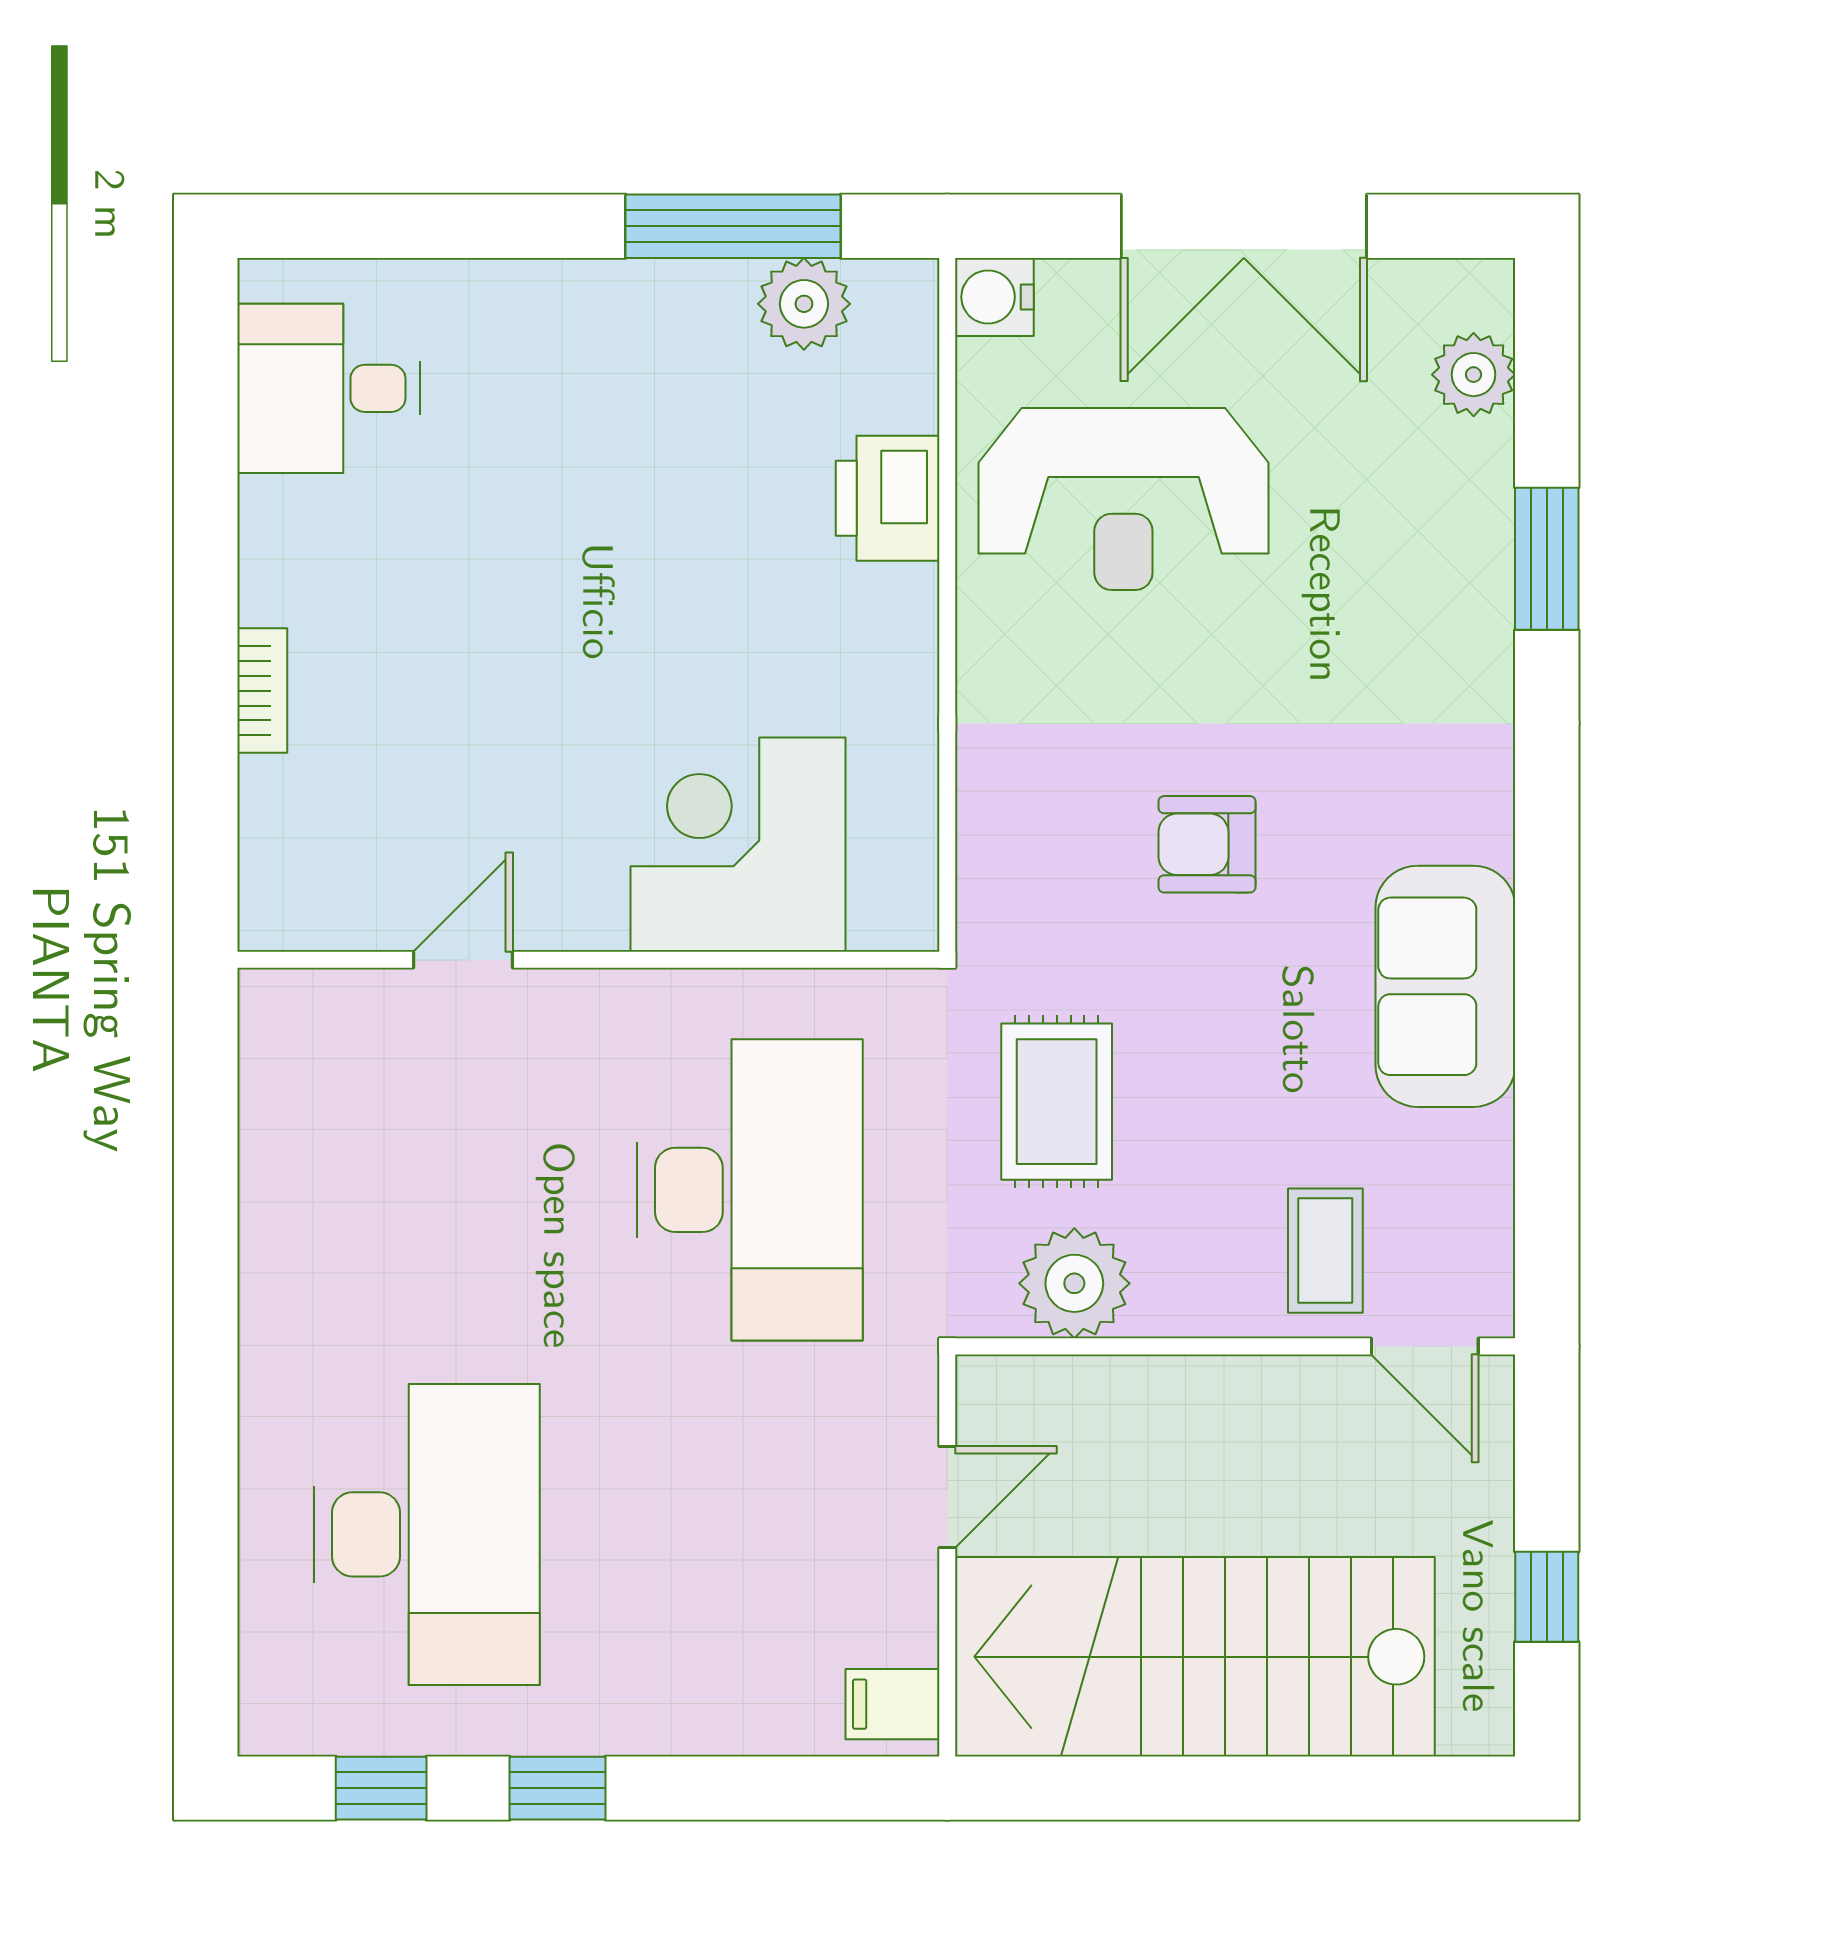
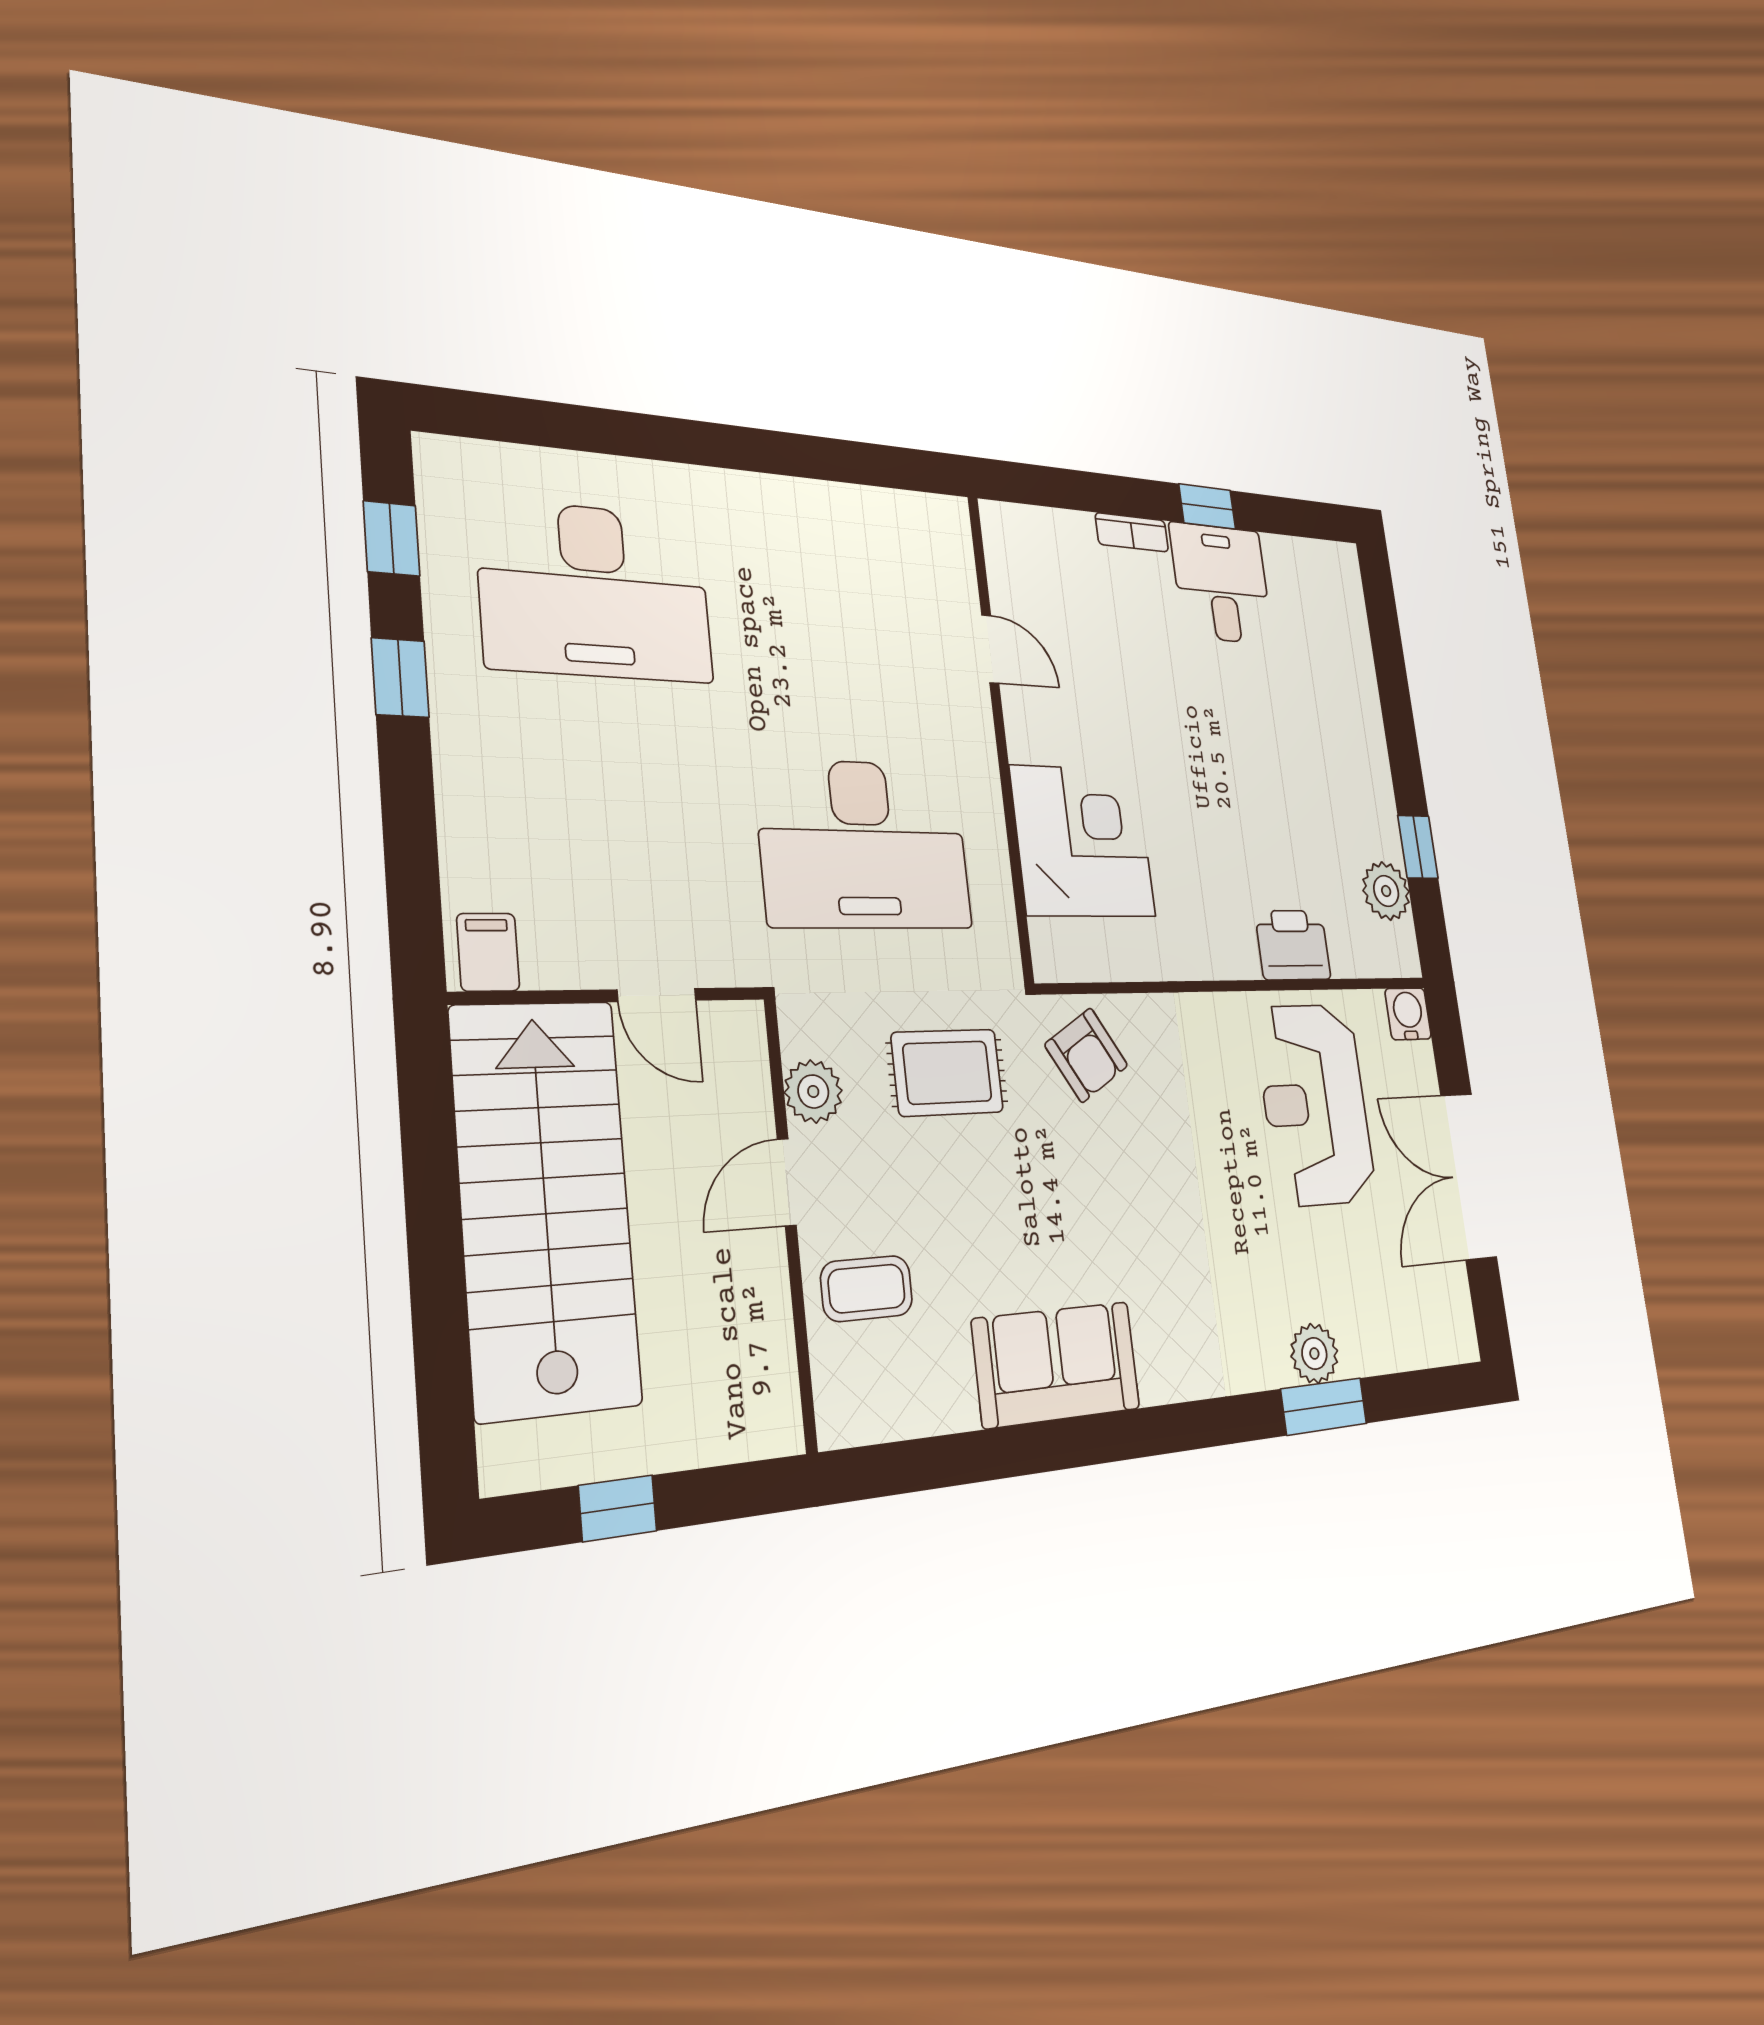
window: (733, 226) -> (1418, 847), width x0.46
plant: (1474, 375) -> (1314, 1354), moved
desk: (329, 388) -> (1222, 583), moved
window: (206, 544) -> (1207, 507), added
armchair: (1207, 844) -> (1086, 1055), moved, turned 149
plant: (1074, 1283) -> (813, 1091), width x0.73, depth x0.73
door: (1425, 1346) -> (787, 1182), moved

